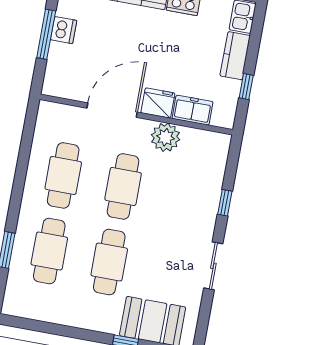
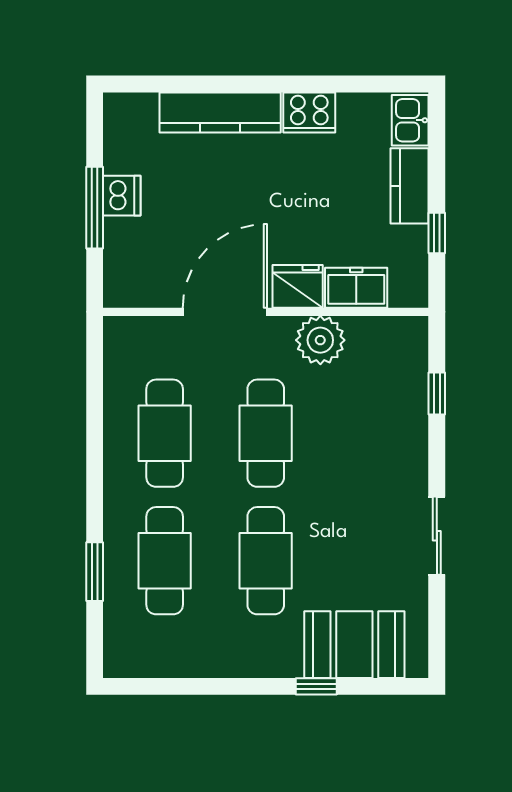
window: (225, 203) -> (437, 394), moved

